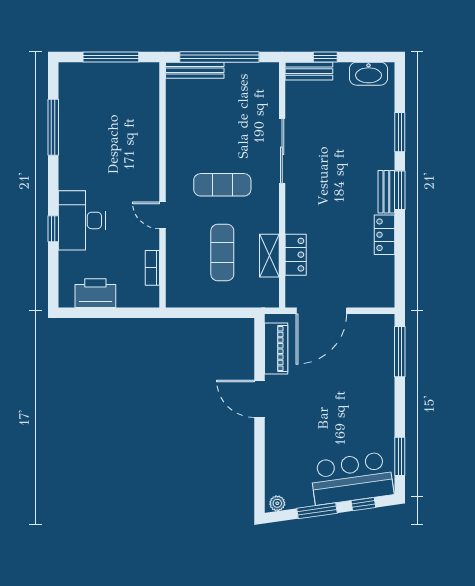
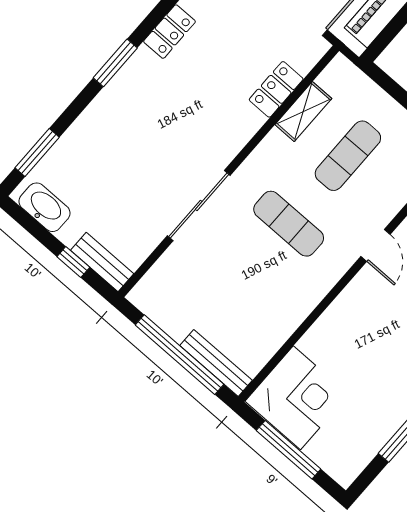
corner desk: (132, 90) -> (297, 398), added
window: (400, 132) -> (37, 152), moved
bench: (386, 192) -> (130, 73), removed

